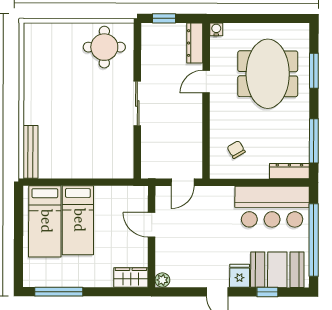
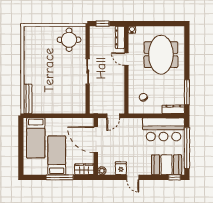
window: (314, 71) -> (187, 53), removed
door: (206, 82) -> (126, 59), hinge flipped
bed: (78, 220) -> (57, 155), moved, turned 180
door: (152, 225) -> (96, 140), width x1.88
fridge: (240, 276) -> (121, 168), moved
window: (59, 292) -> (60, 177), moved
window: (267, 292) -> (174, 177), moved

